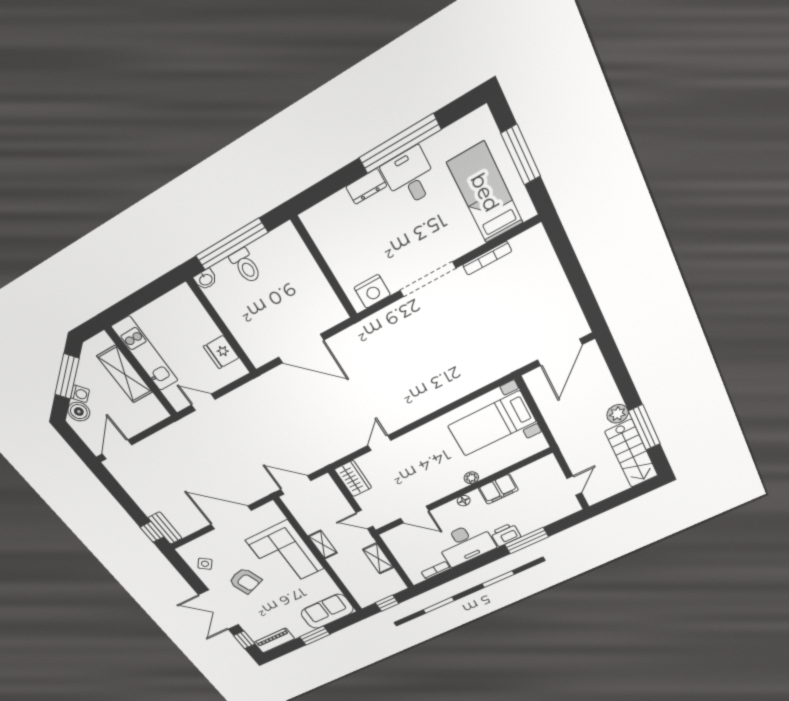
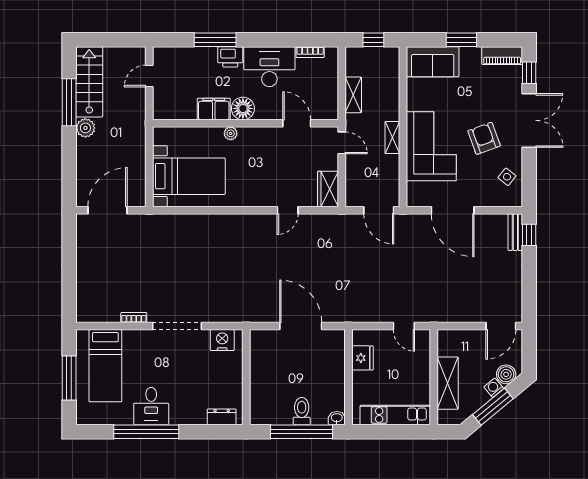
dresser: (366, 186) -> (222, 417), moved
bookcase: (487, 258) -> (134, 317), width x0.64
kitchen unit: (145, 354) -> (395, 415), moved, turned 90
floor lamp: (464, 501) -> (243, 108), width x1.89, depth x1.89

